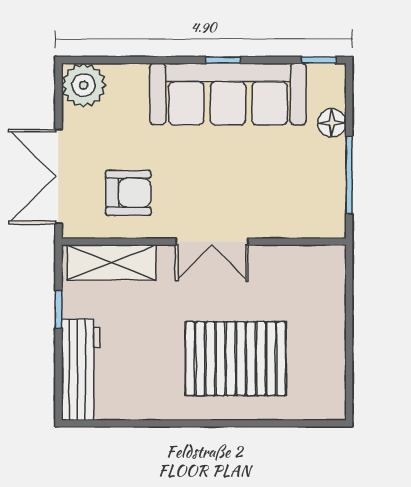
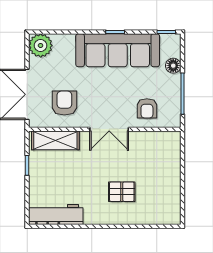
armchair: (128, 193) -> (64, 103), turned -90
armchair: (283, 203) -> (147, 108), added
pallet: (236, 359) -> (122, 192), width x0.49, depth x0.50
workbench: (81, 370) -> (56, 215), moved, turned -90

